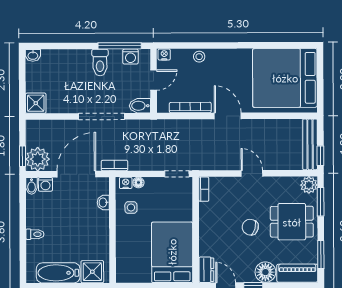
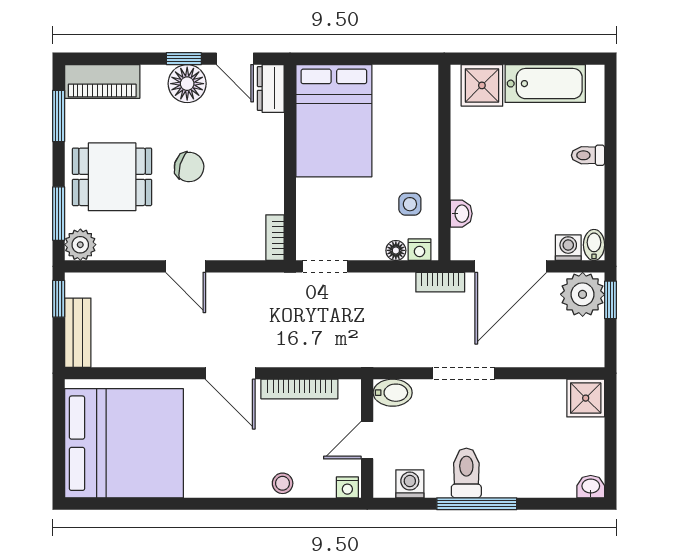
window: (120, 46) -> (477, 504), moved
doorway: (102, 116) -> (464, 373), width x0.73
bench: (310, 144) -> (78, 333), width x0.73
floor lamp: (265, 272) -> (187, 84), moved

